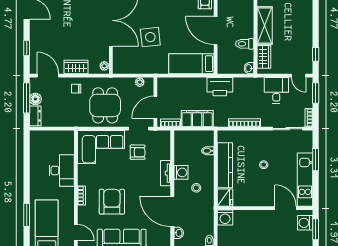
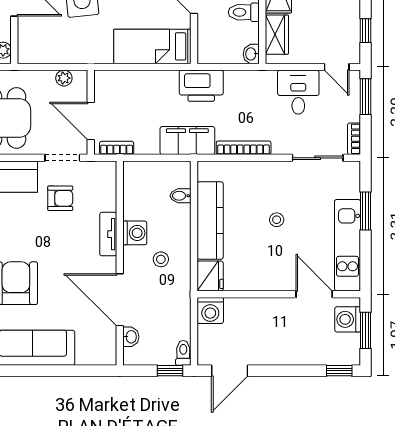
door: (155, 107) -> (91, 121), hinge flipped
filing cabinet: (197, 119) -> (187, 141), moved

